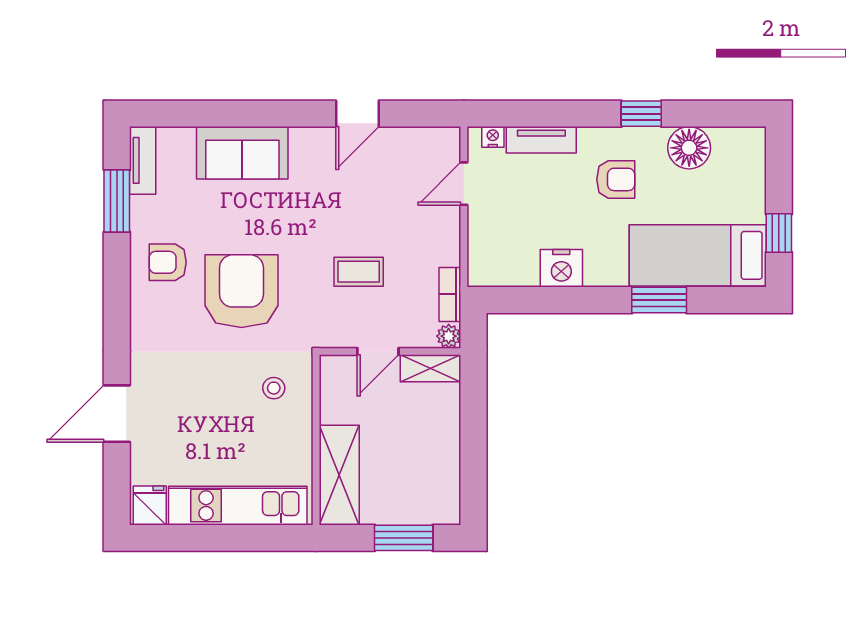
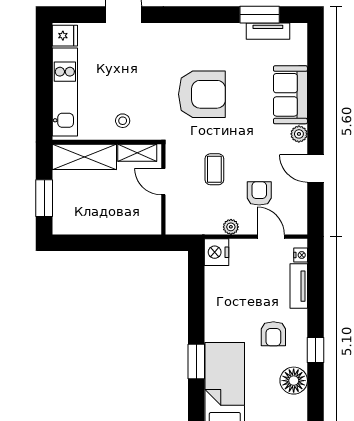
plant: (303, 140) -> (299, 134), added
tv unit: (143, 160) -> (268, 31), moved
armchair: (168, 262) -> (259, 193), moved
nightstand: (561, 268) -> (217, 252), moved
bookcase: (450, 294) -> (200, 228), removed
plant: (449, 336) -> (231, 227), moved
shelving: (431, 368) -> (137, 153), moved, turned 90
stool: (274, 388) -> (123, 121), moved

